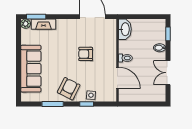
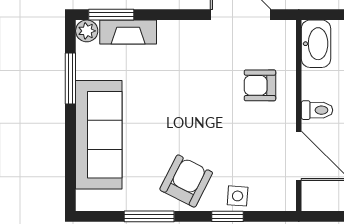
window: (19, 44) -> (70, 79), added
armchair: (86, 54) -> (260, 85), moved

